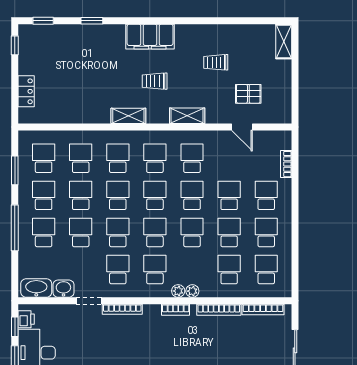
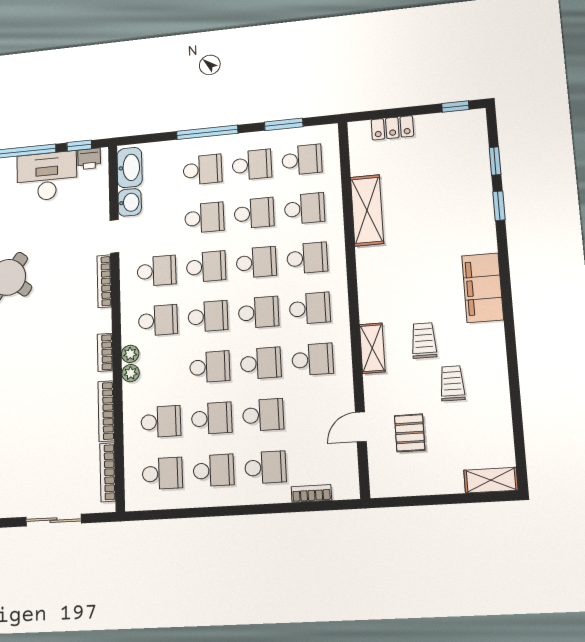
window: (43, 21) -> (495, 161), moved
trolley: (155, 81) -> (424, 340), moved
shelving: (128, 116) -> (367, 210), moved, width x1.50, depth x1.33

